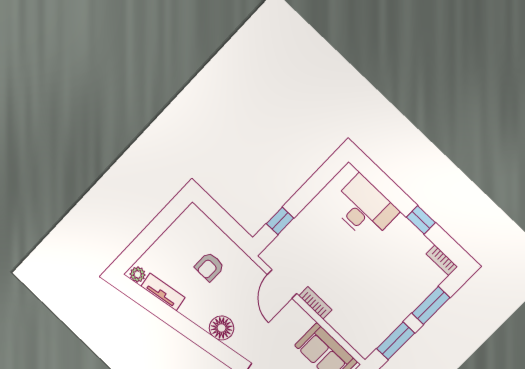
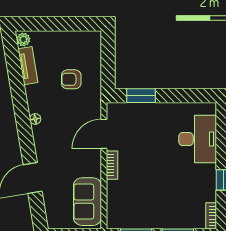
window: (280, 221) -> (141, 96), width x1.50
floor lamp: (222, 328) -> (35, 119), width x0.53, depth x0.53

